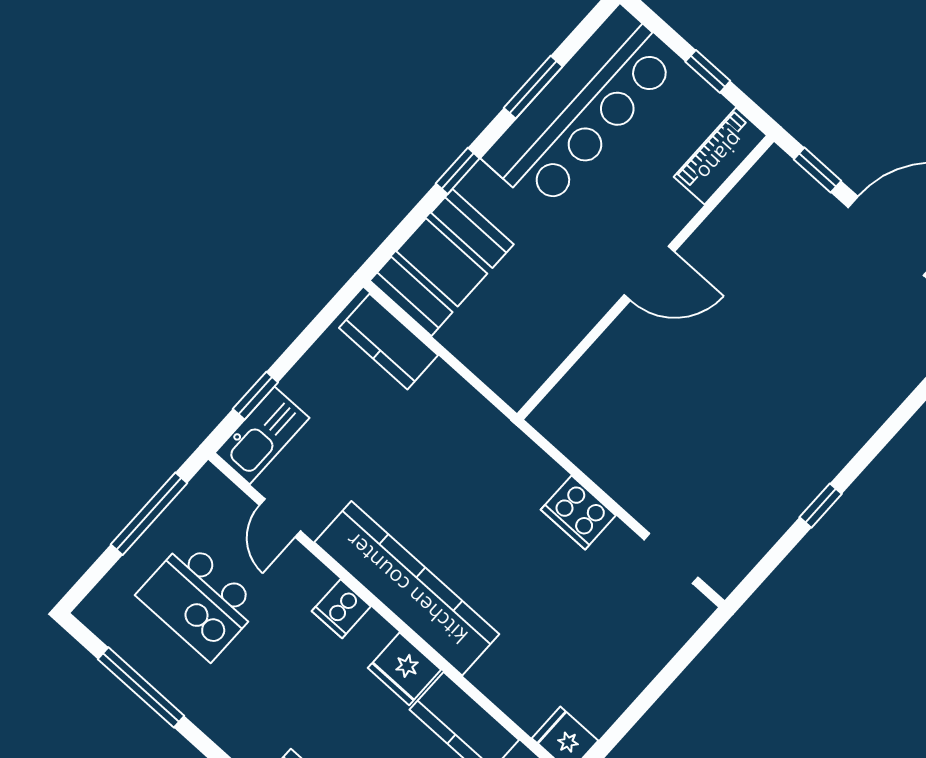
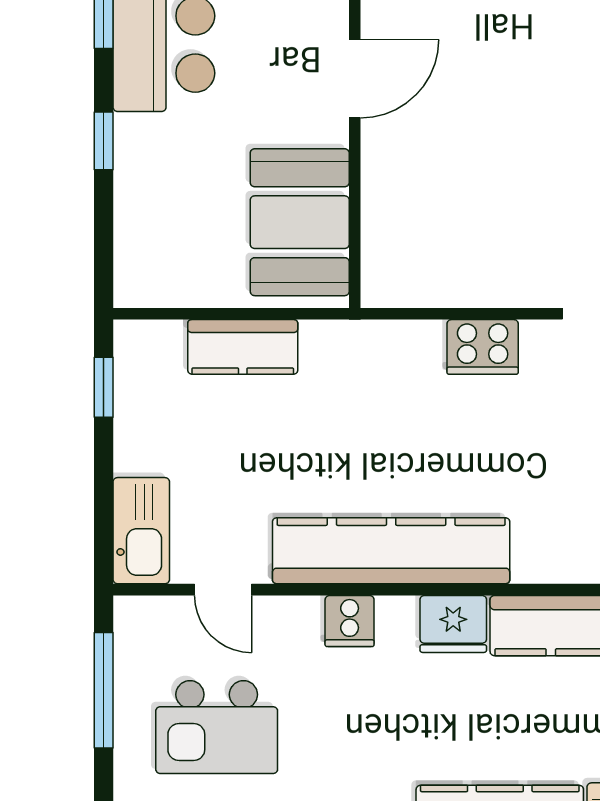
booth: (442, 262) -> (300, 222), moved
kitchen counter: (388, 342) -> (243, 347), moved
window: (255, 396) -> (104, 387), moved

